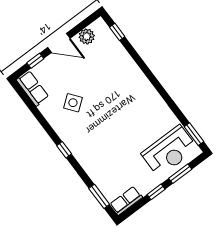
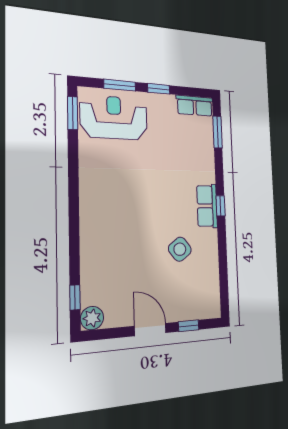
plant: (87, 36) -> (92, 318), moved
row of seats: (33, 88) -> (207, 206), moved

